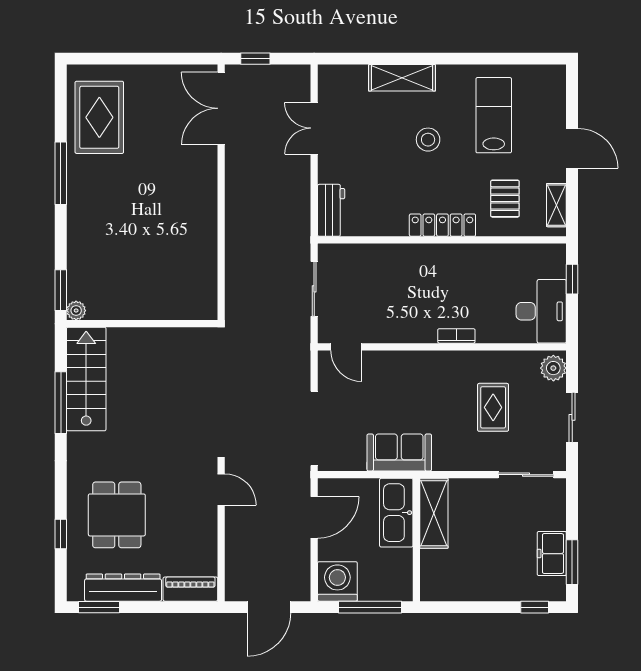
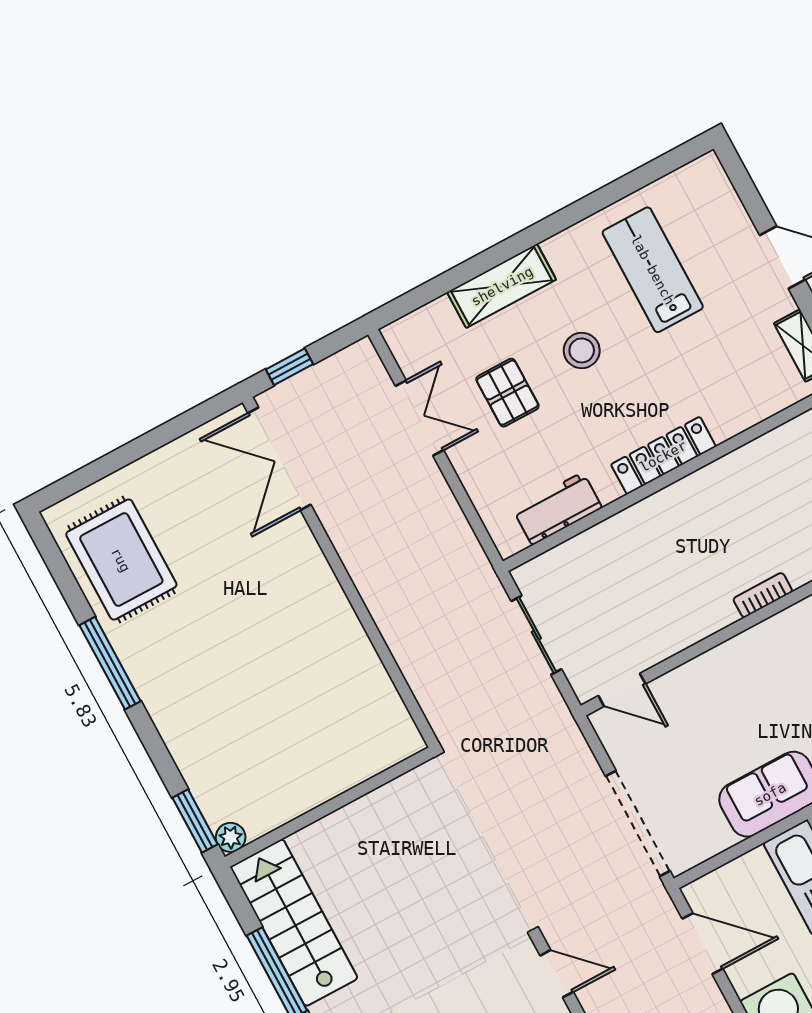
double door: (314, 128) -> (419, 418), swing flipped
pallet: (505, 199) -> (507, 393), moved
workbench: (331, 210) -> (558, 509), moved, turned -90
door: (314, 517) -> (702, 944), hinge flipped

